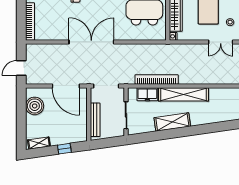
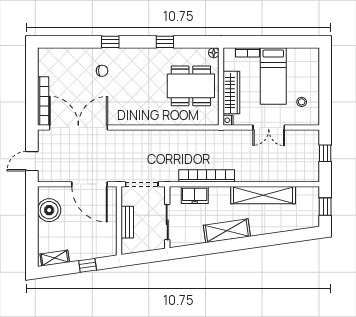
double door: (91, 42) -> (78, 128), moved
double door: (221, 42) -> (269, 128), moved
shelving: (183, 94) -> (263, 195), moved
bench: (95, 120) -> (127, 222), width x0.73

